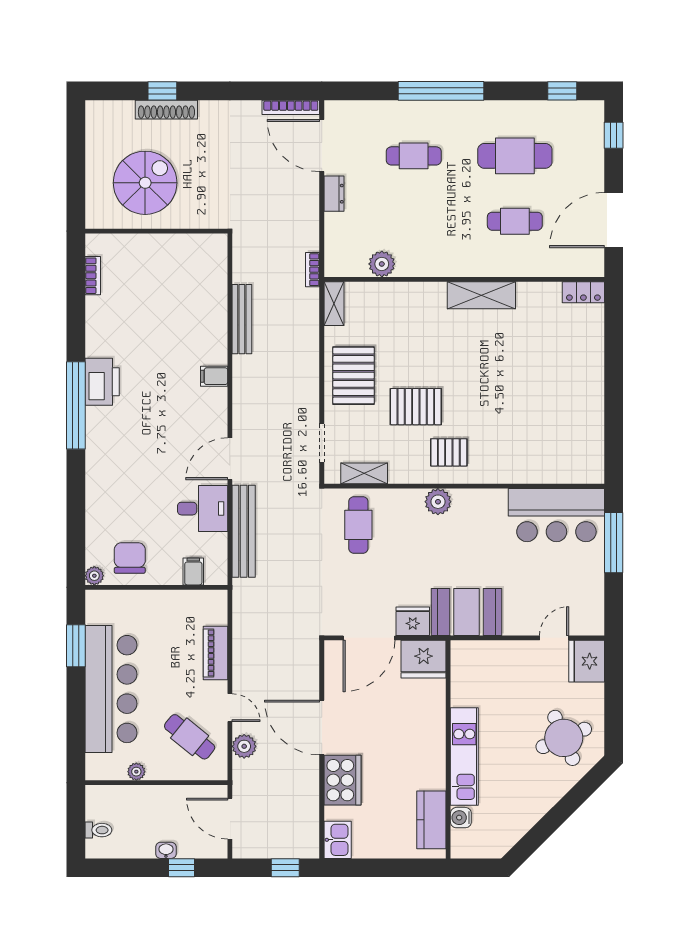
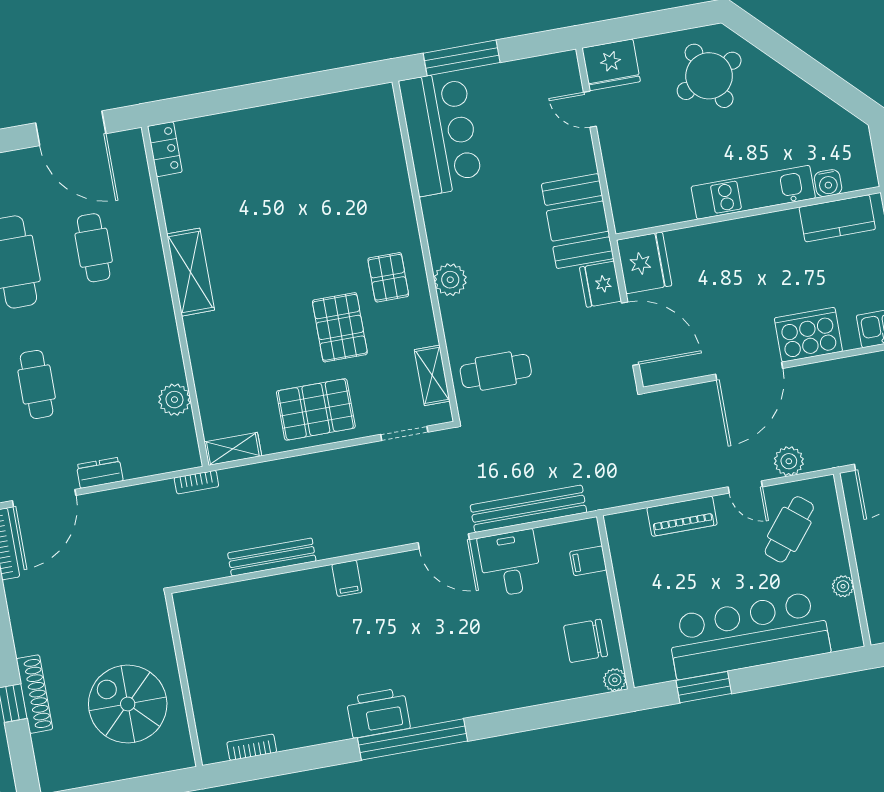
door: (230, 708) -> (745, 487), swing flipped

